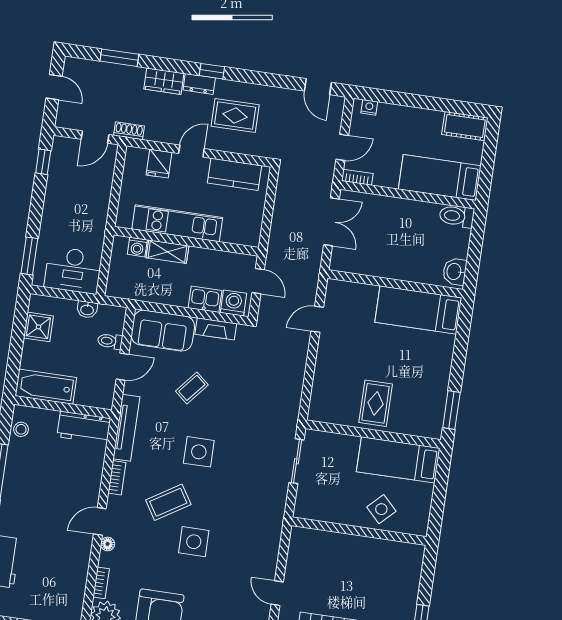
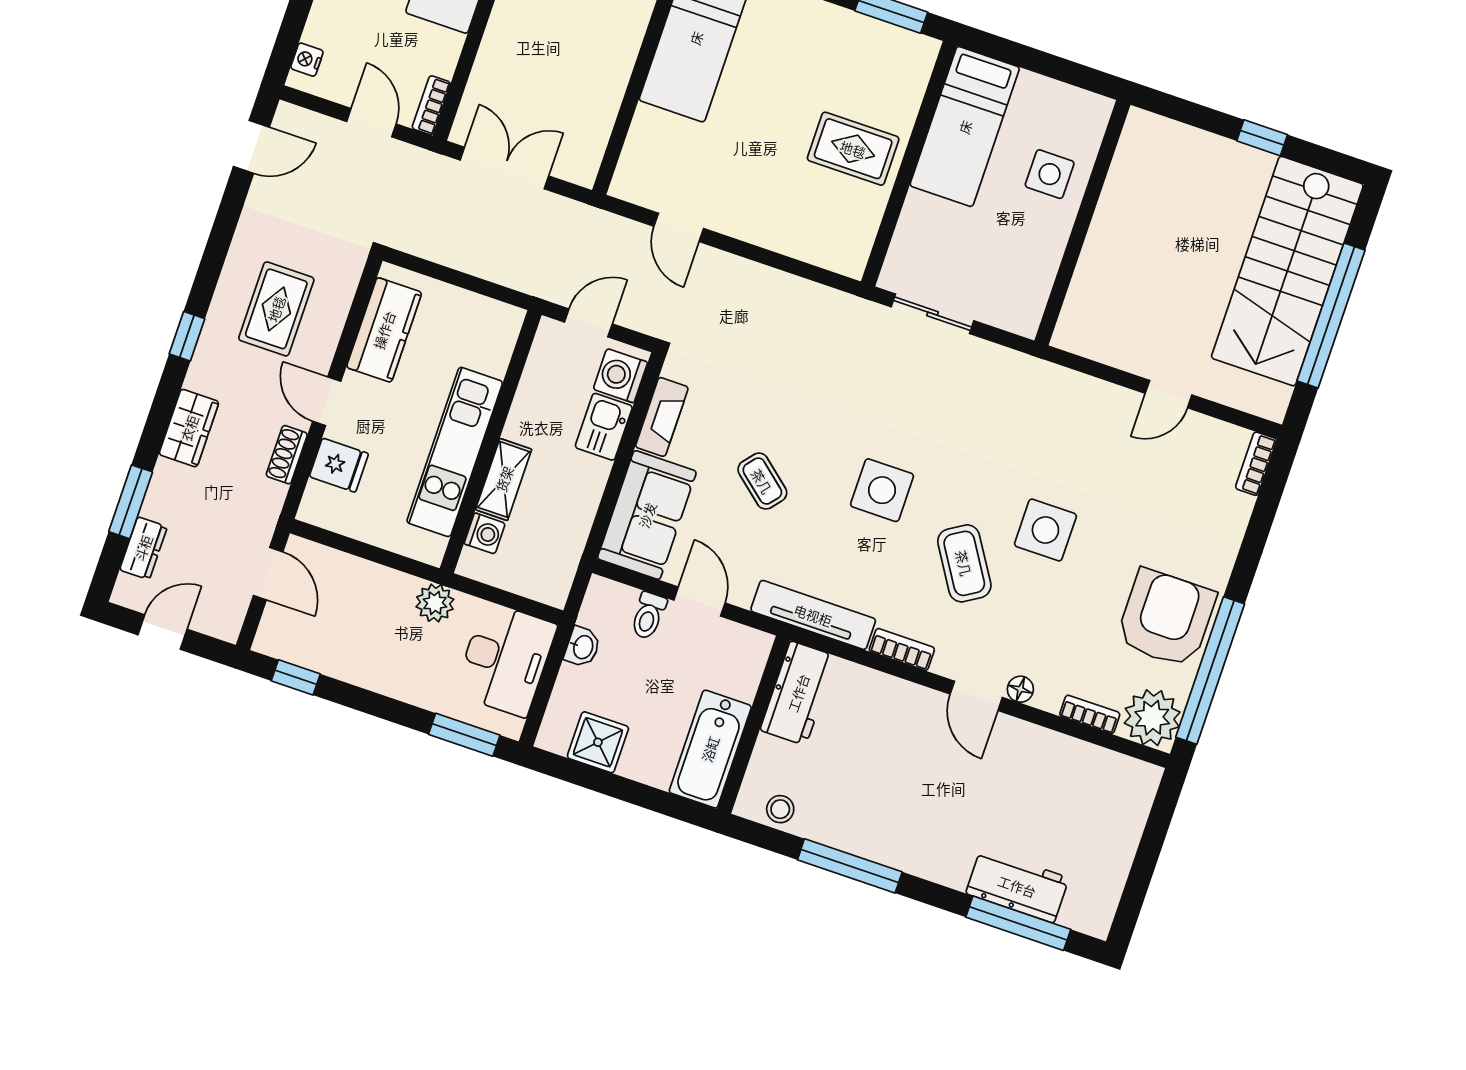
dresser: (199, 84) -> (143, 548), moved
shoe rack: (129, 131) -> (287, 455), moved
plant: (96, 228) -> (435, 603), added
side table: (381, 509) -> (1050, 174), turned 45

